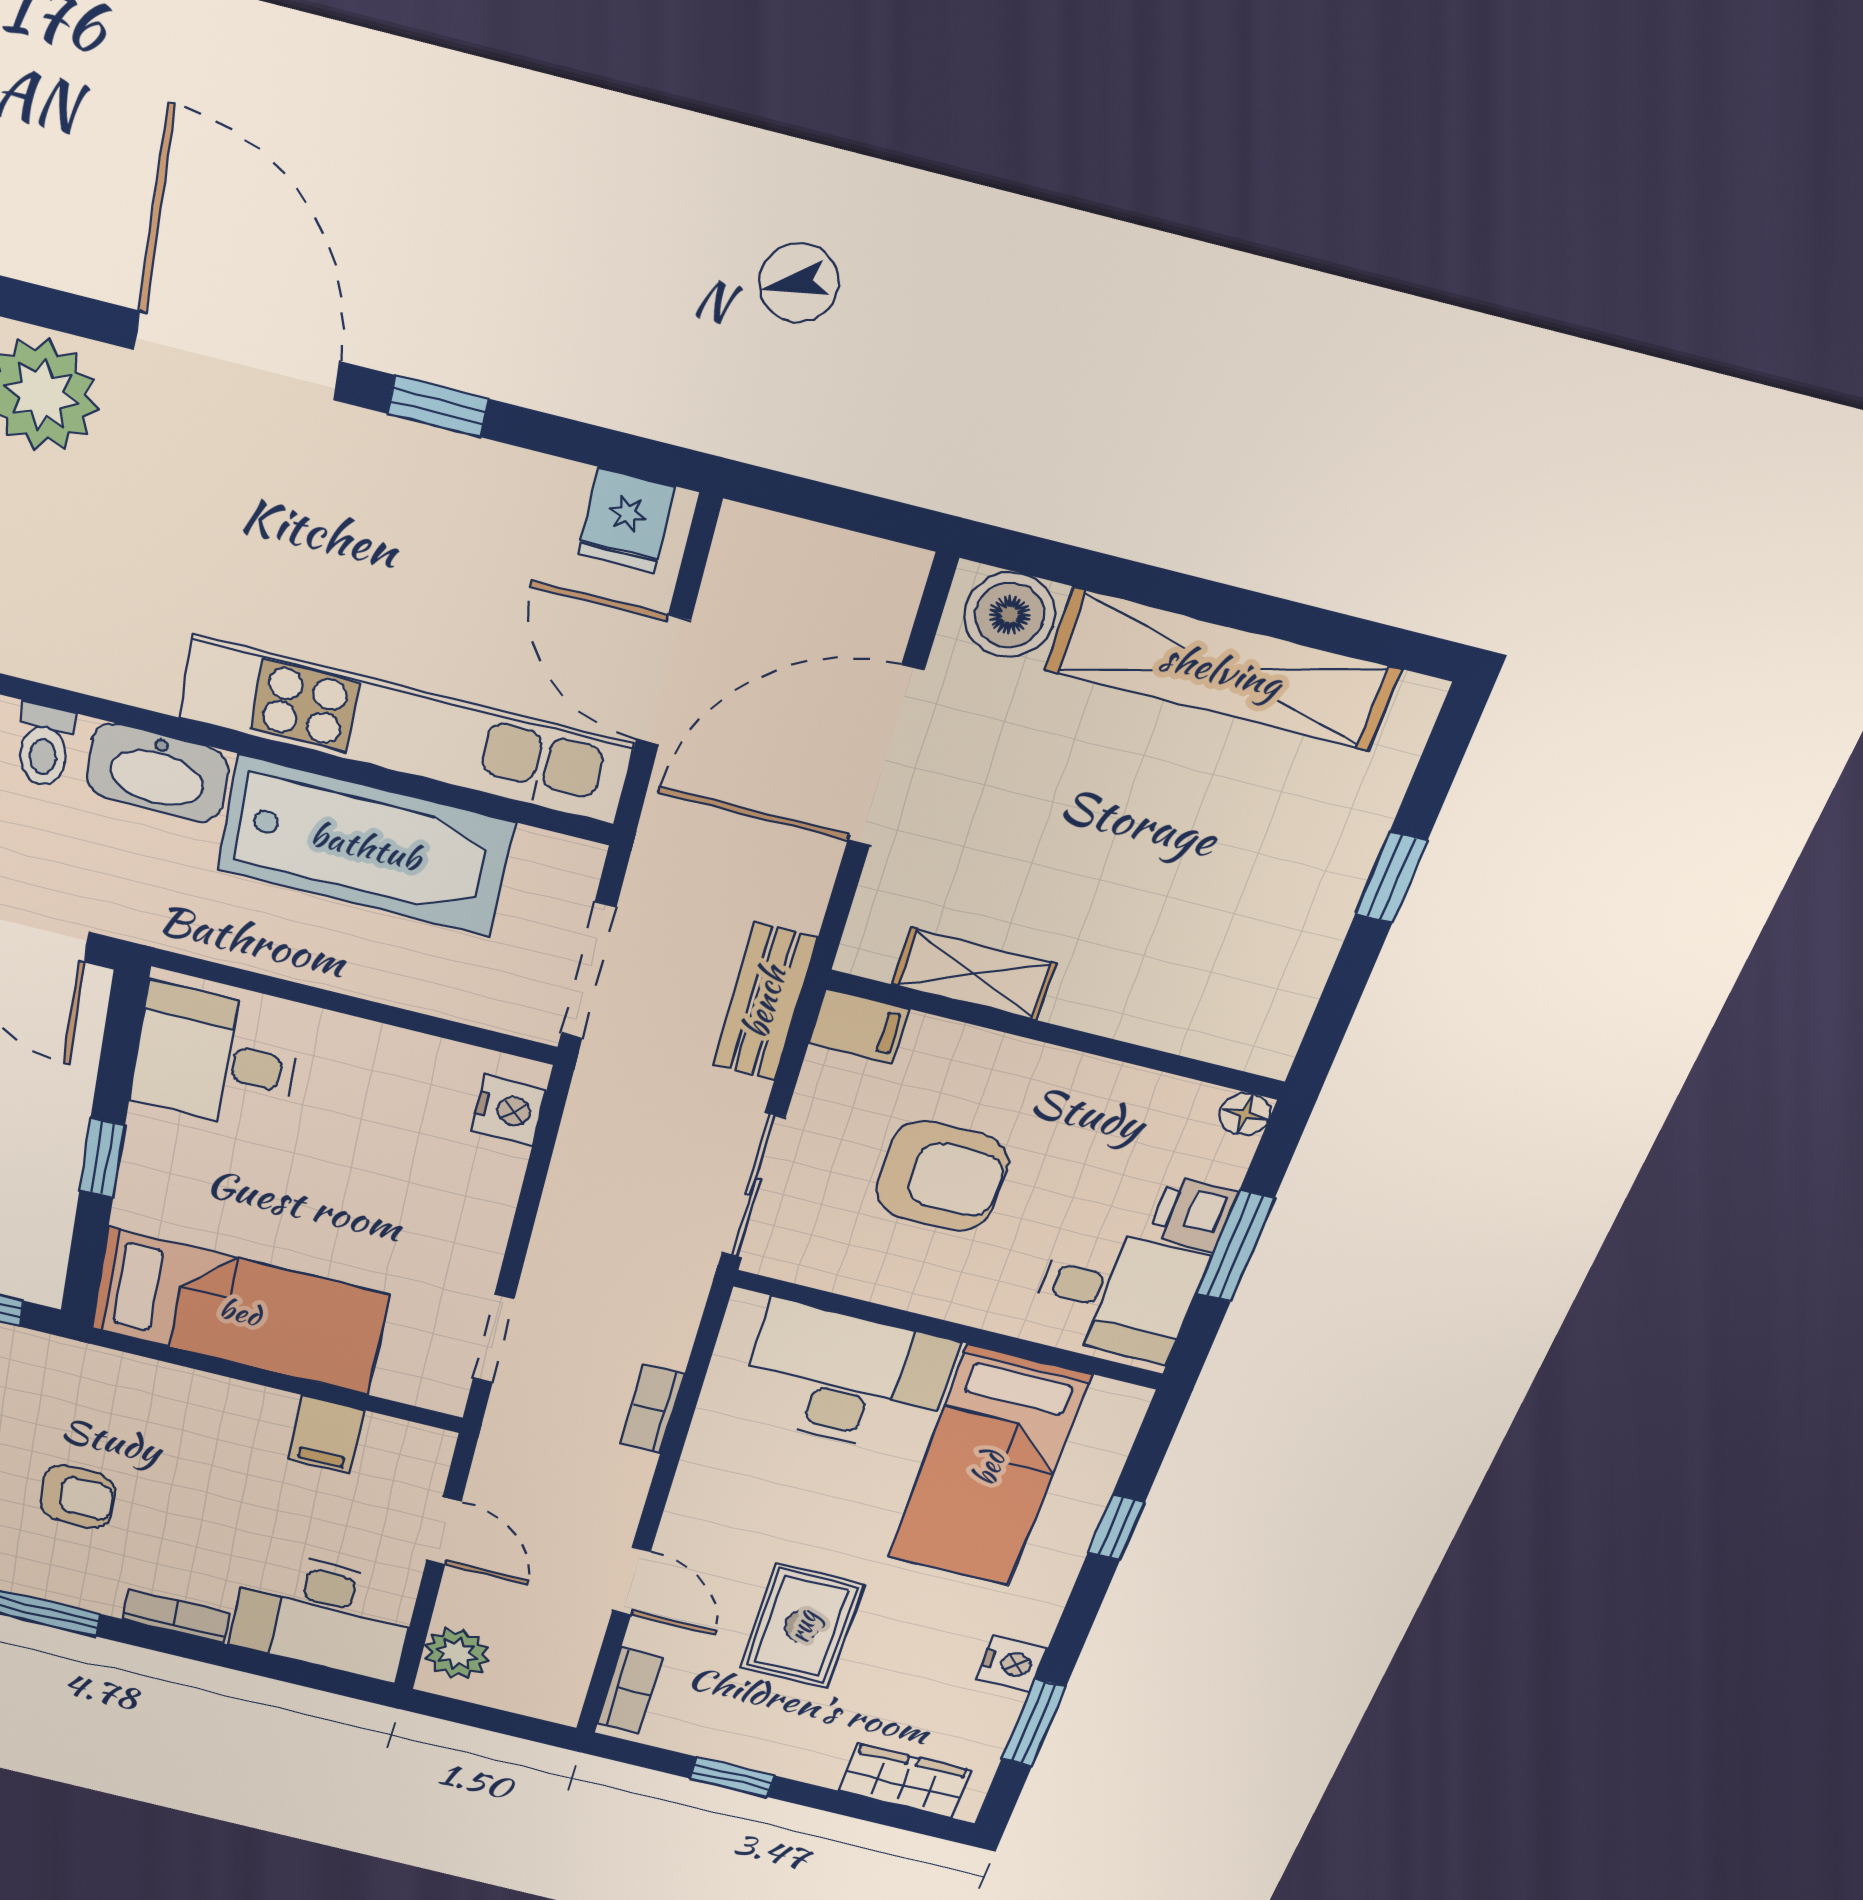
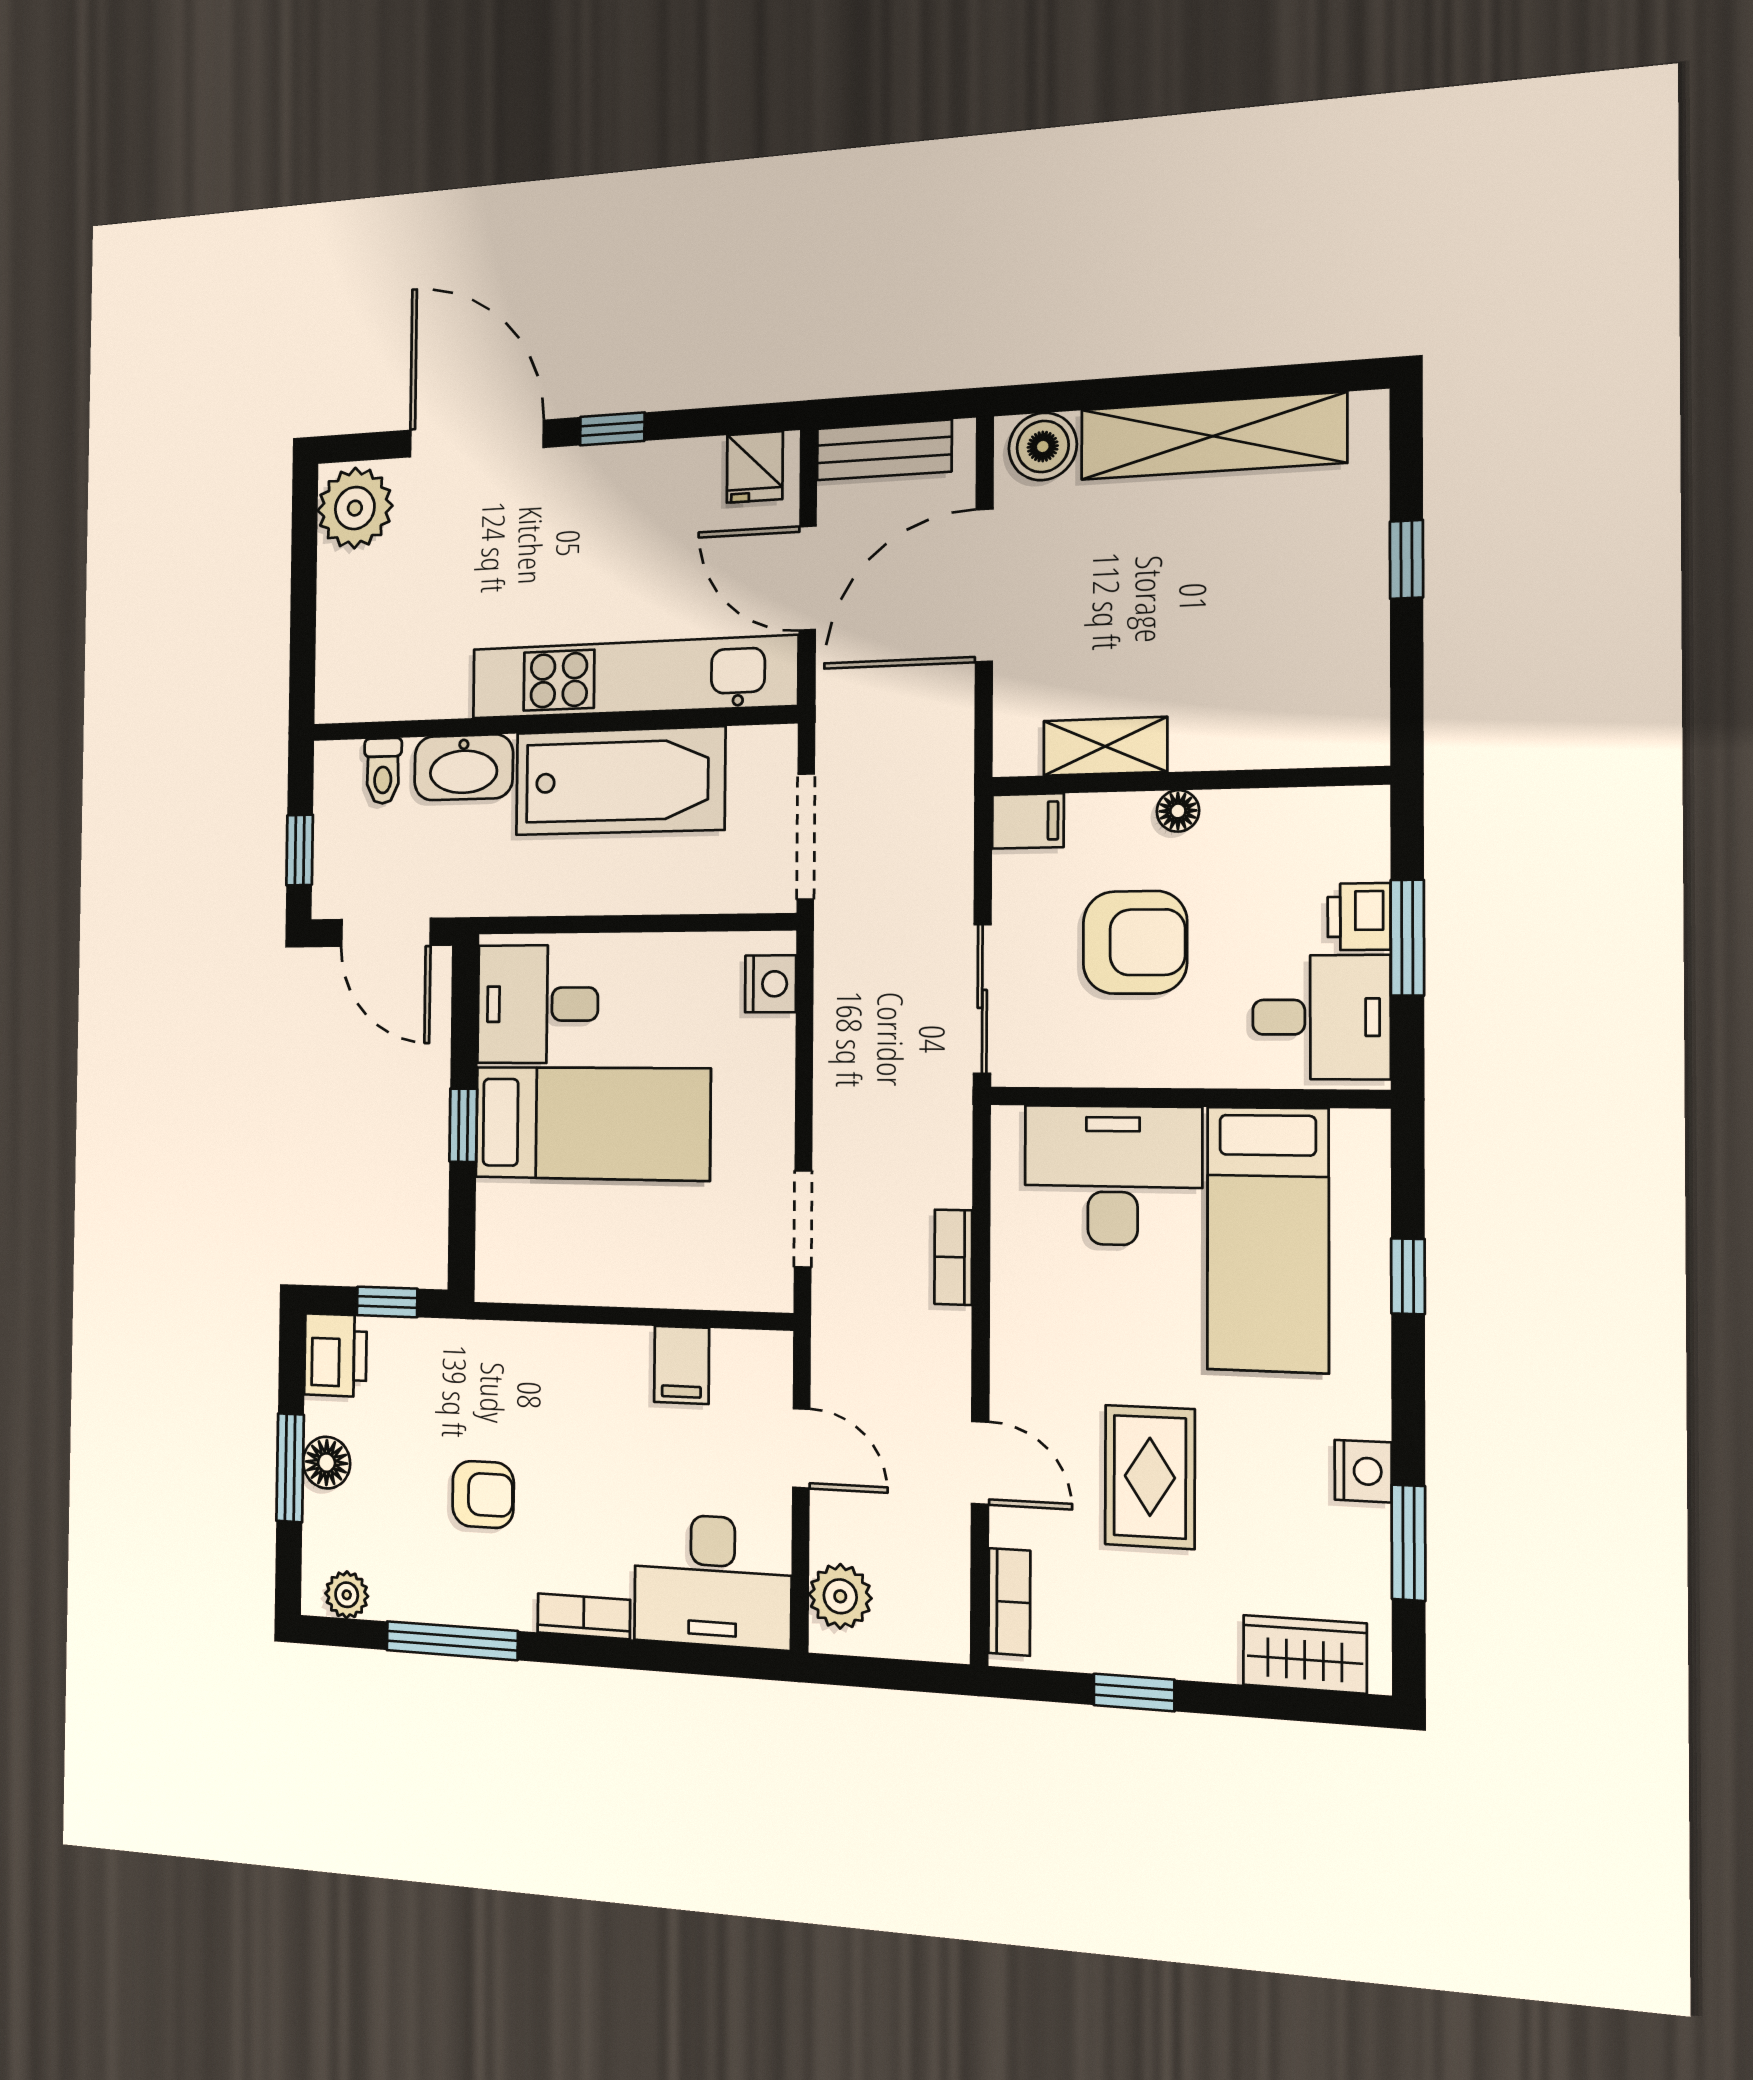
bench: (764, 1002) -> (884, 450), moved, turned 90
floor lamp: (1245, 1114) -> (1178, 811), moved
bed: (240, 1312) -> (592, 1123), moved

